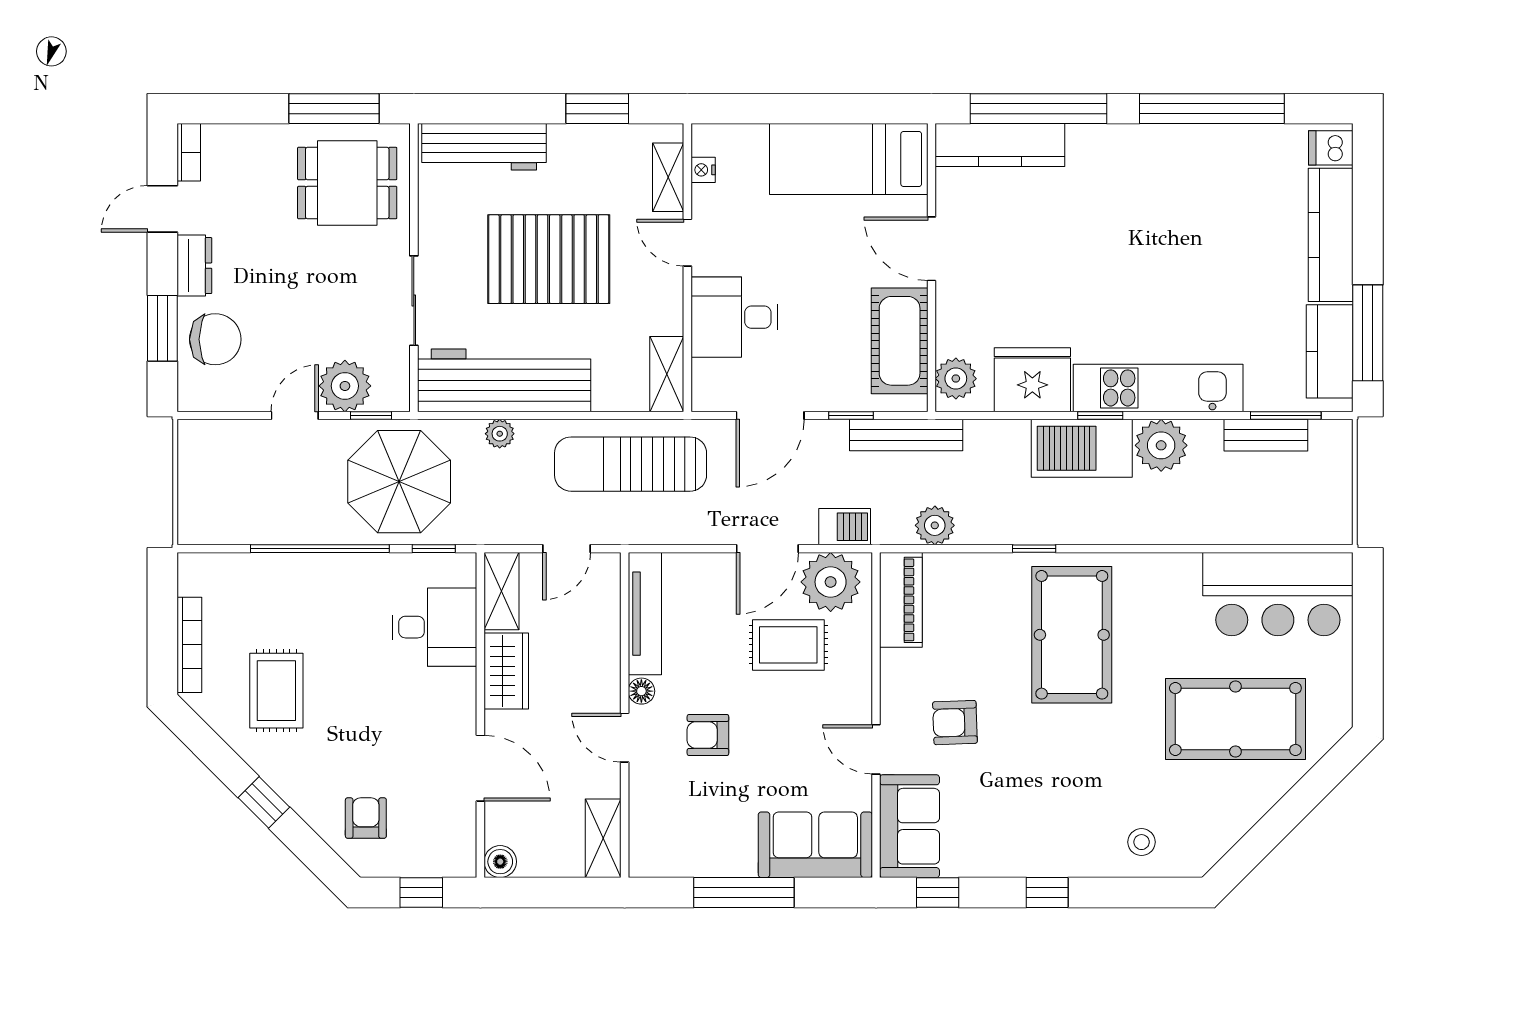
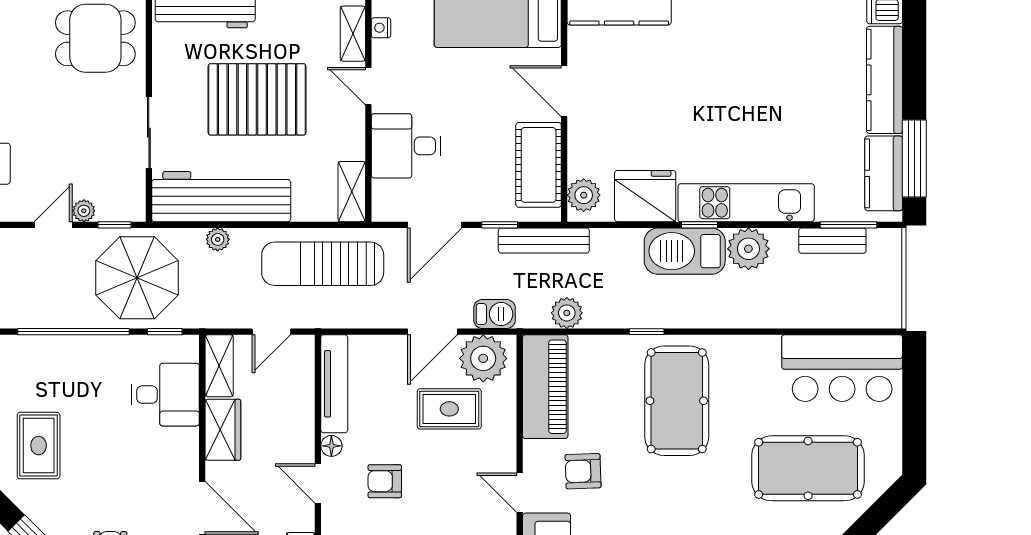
plant: (345, 386) -> (84, 211), width x0.53, depth x0.53
piano: (901, 600) -> (545, 387), width x1.37, depth x1.33

